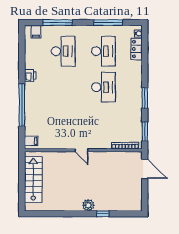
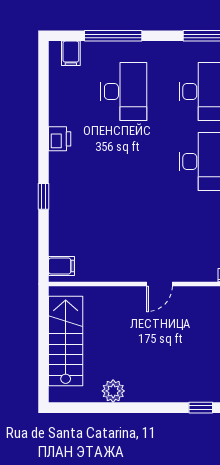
window: (22, 105) -> (44, 196), width x0.32
door: (81, 150) -> (159, 284), hinge flipped
plant: (88, 205) -> (113, 391), moved

